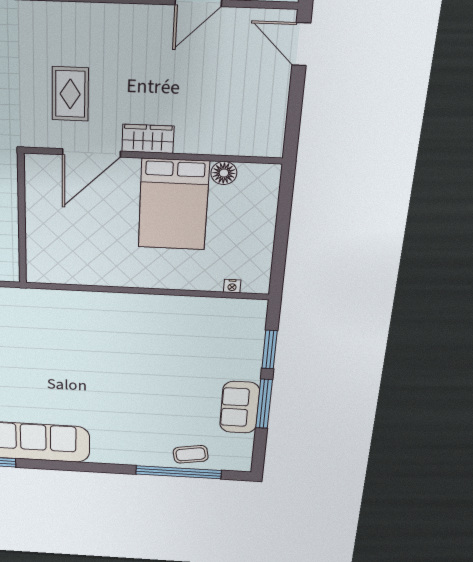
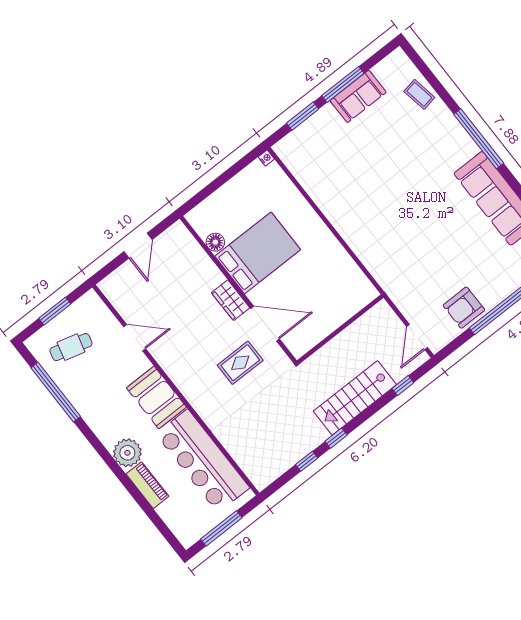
door: (301, 44) -> (138, 246), moved
nightstand: (232, 286) -> (266, 158), moved
window: (179, 472) -> (479, 139), moved

